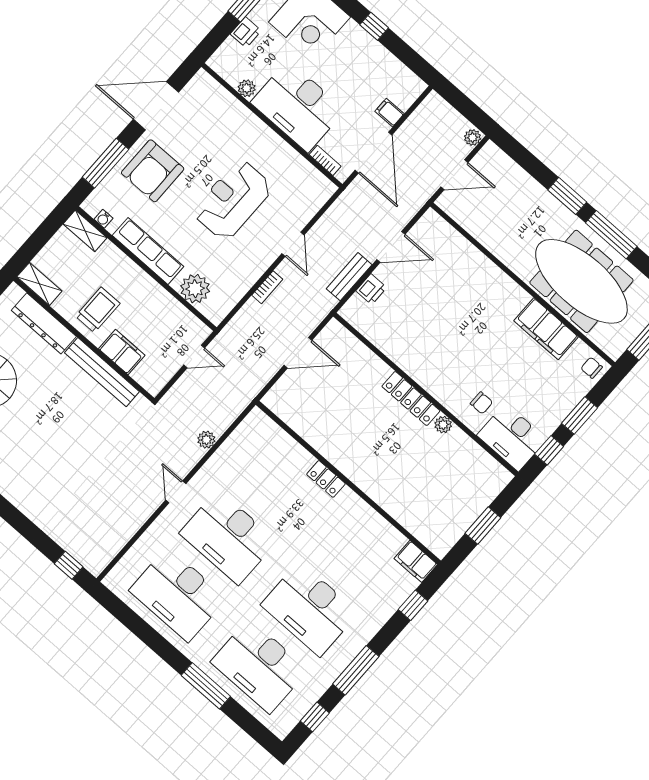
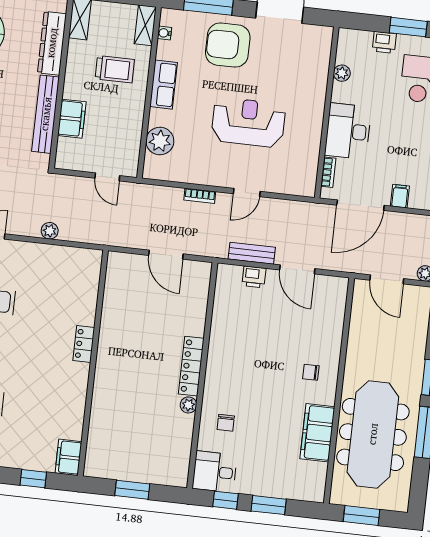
desk: (298, 106) -> (348, 131), width x0.73, depth x0.77
row of seats: (148, 251) -> (164, 85), width x0.68
trolley: (98, 310) -> (115, 69), moved
chair: (592, 368) -> (311, 372), moved, turned -90
desk: (512, 437) -> (215, 472), width x0.73

